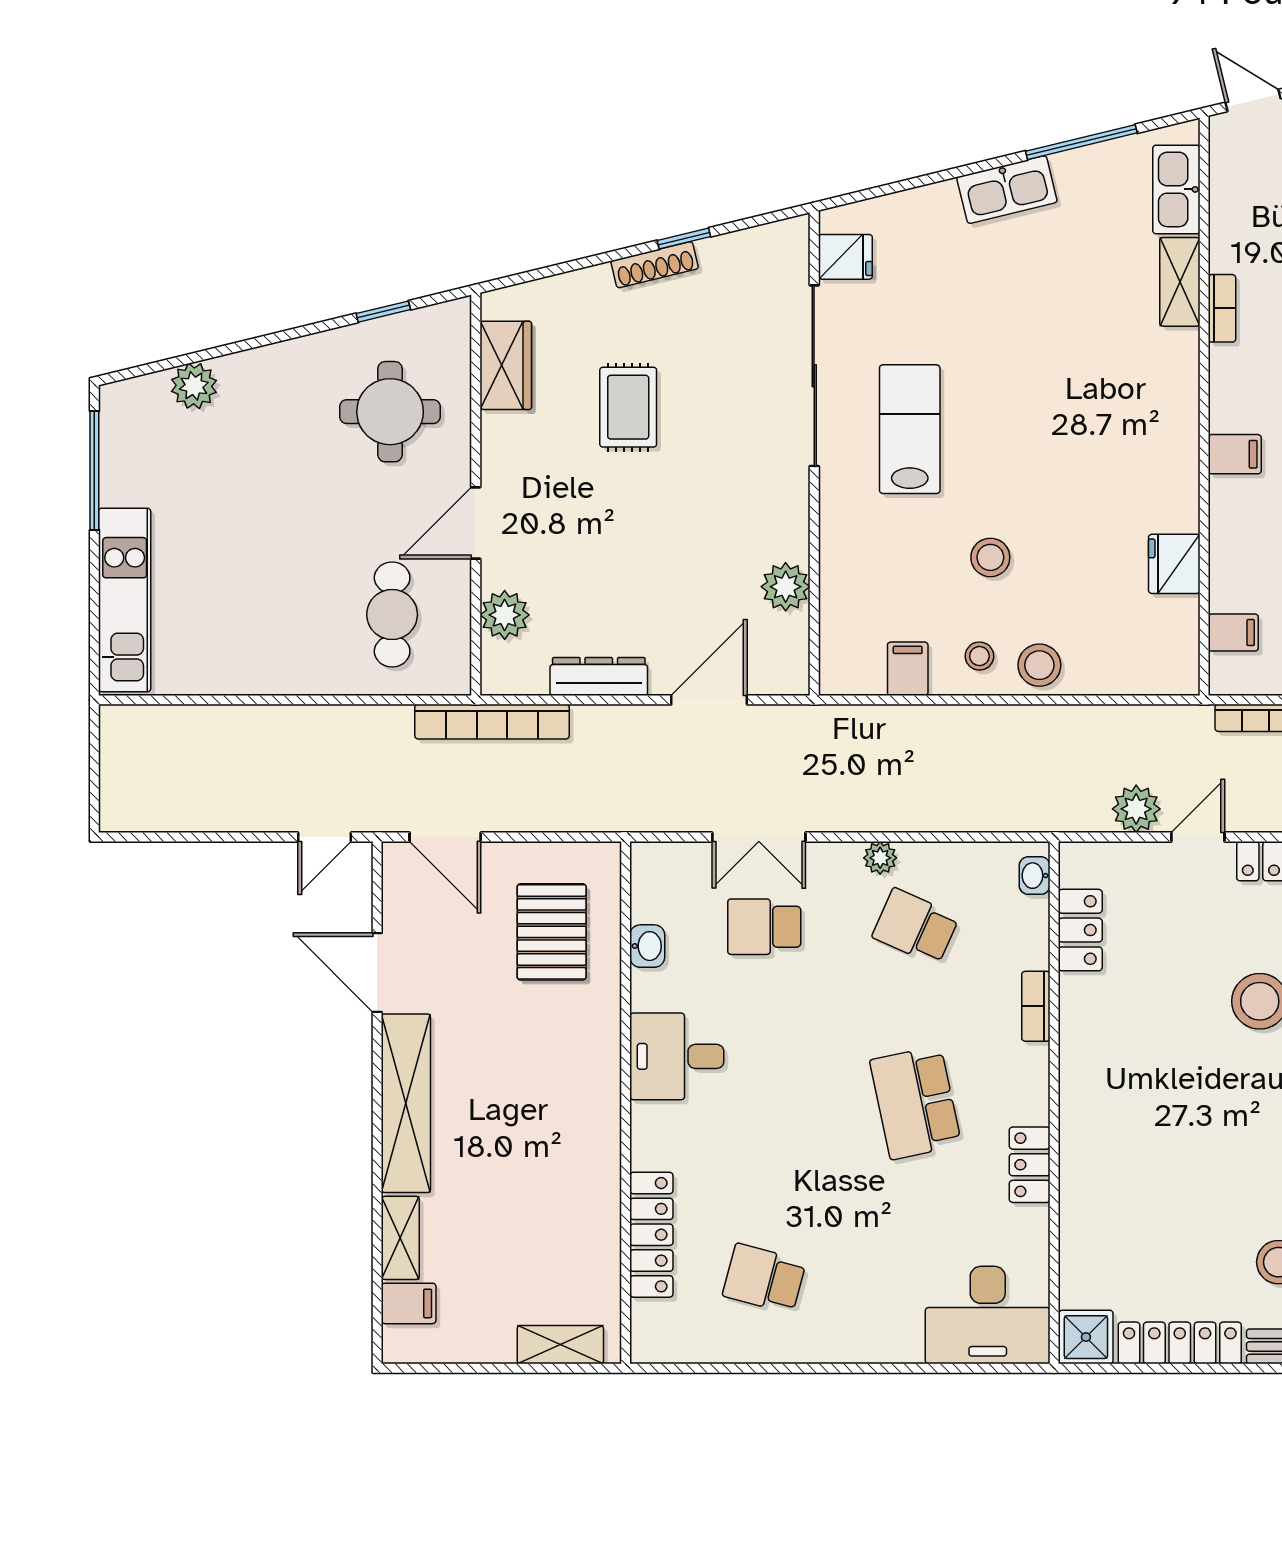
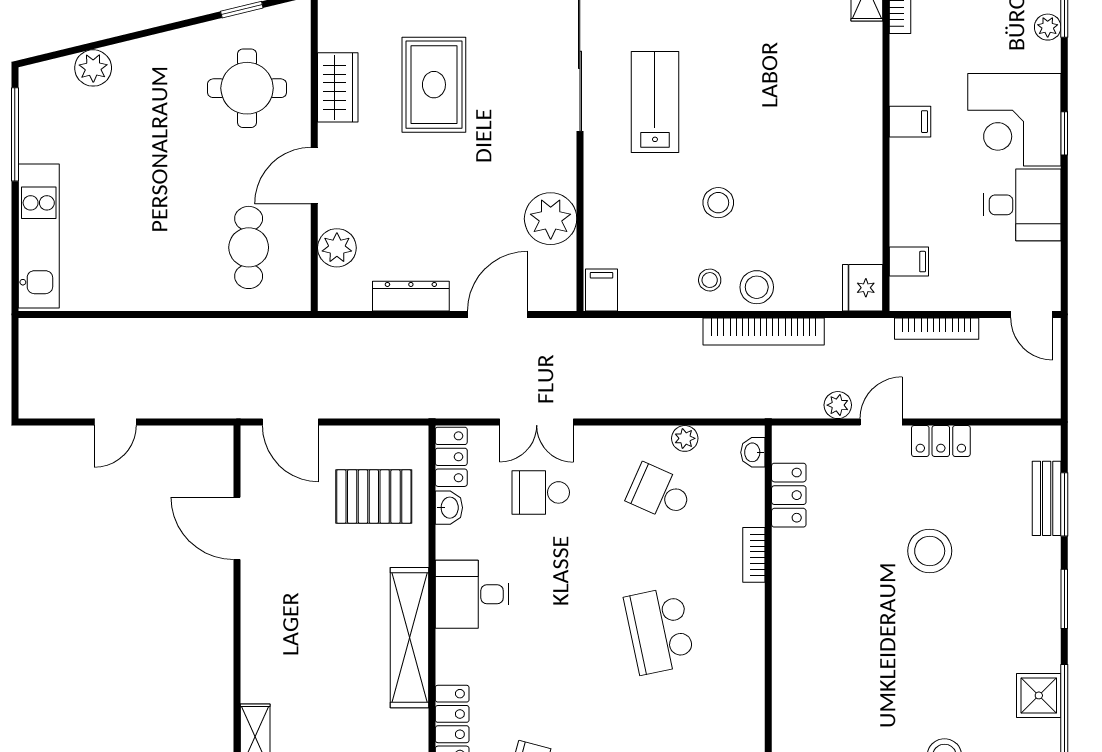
wardrobe: (506, 365) -> (338, 87), moved
rug: (628, 407) -> (434, 85), width x1.36, depth x1.43
fridge: (1174, 564) -> (863, 288), moved
plant: (786, 587) -> (551, 219), width x1.36, depth x1.36
filing cabinet: (908, 669) -> (602, 290), moved
bookcase: (492, 722) -> (764, 332), moved
plant: (1136, 809) -> (838, 405), width x0.73, depth x0.73
door: (325, 837) -> (115, 422), moved
plant: (880, 858) -> (685, 438), moved
pallet: (552, 932) -> (374, 497), turned 90
shelving: (406, 1103) -> (409, 638), moved
locker: (1030, 1165) -> (451, 457), moved, turned 180

